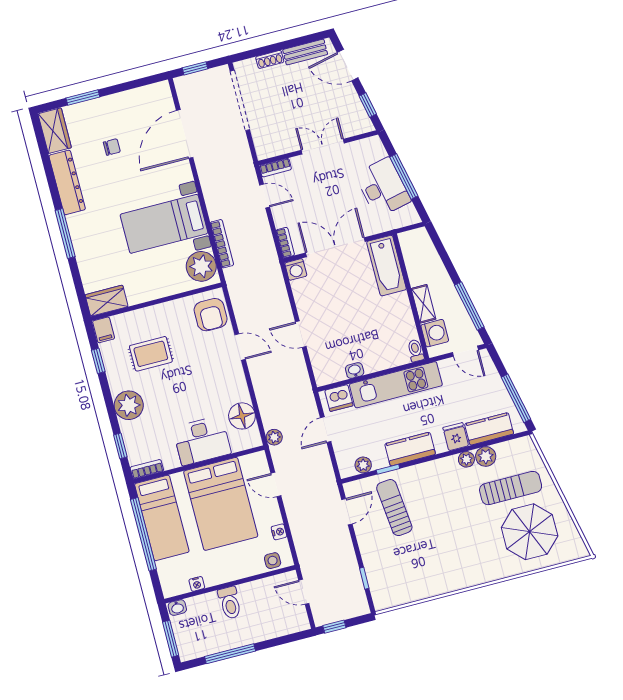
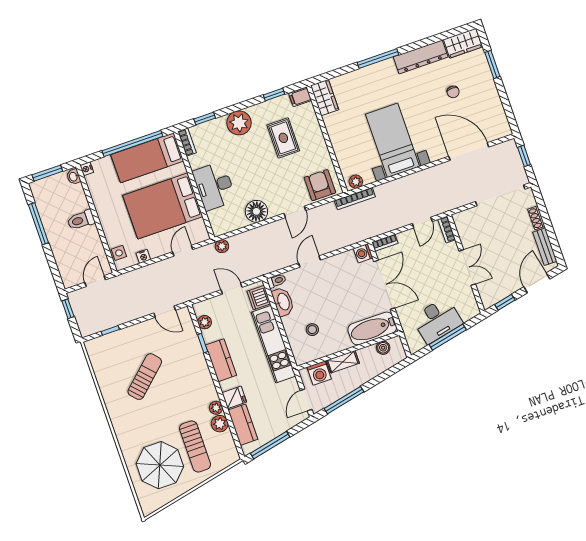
bookcase: (222, 244) -> (355, 199), moved
boiler: (410, 254) -> (383, 348), added
plant: (201, 266) -> (356, 182), width x0.53, depth x0.53
armchair: (211, 315) -> (320, 185), turned 90
stool: (382, 337) -> (312, 330), added
toilet: (416, 351) -> (276, 281), moved
washbasin: (355, 371) -> (283, 302), width x1.91, depth x1.45
floor lamp: (242, 416) -> (256, 211), moved
sun lounger: (394, 508) -> (145, 377), moved, turned -37
nightstand: (197, 584) -> (87, 169), moved

